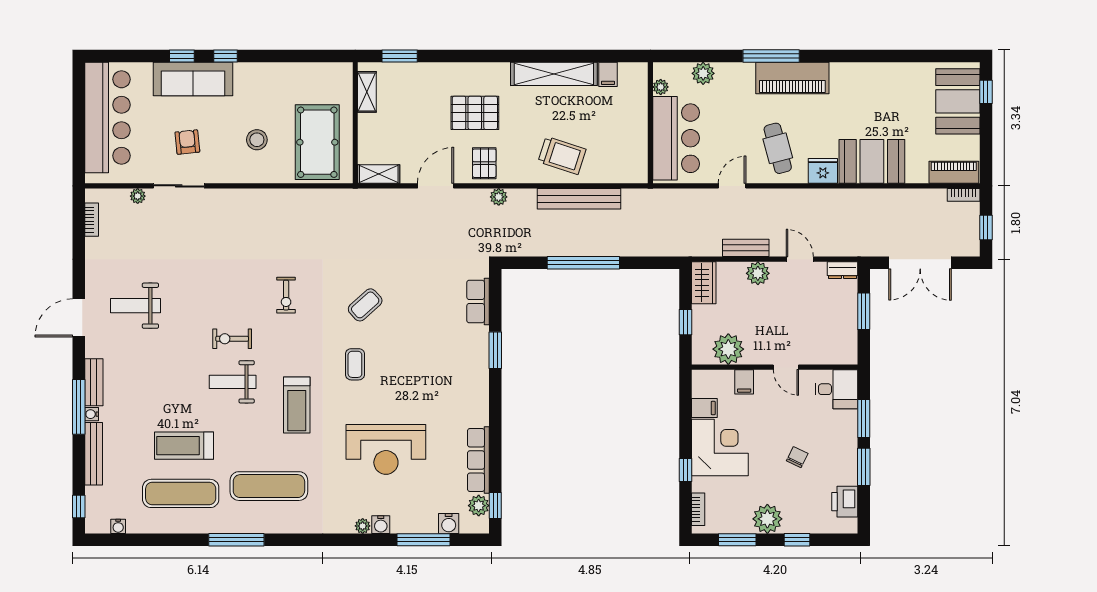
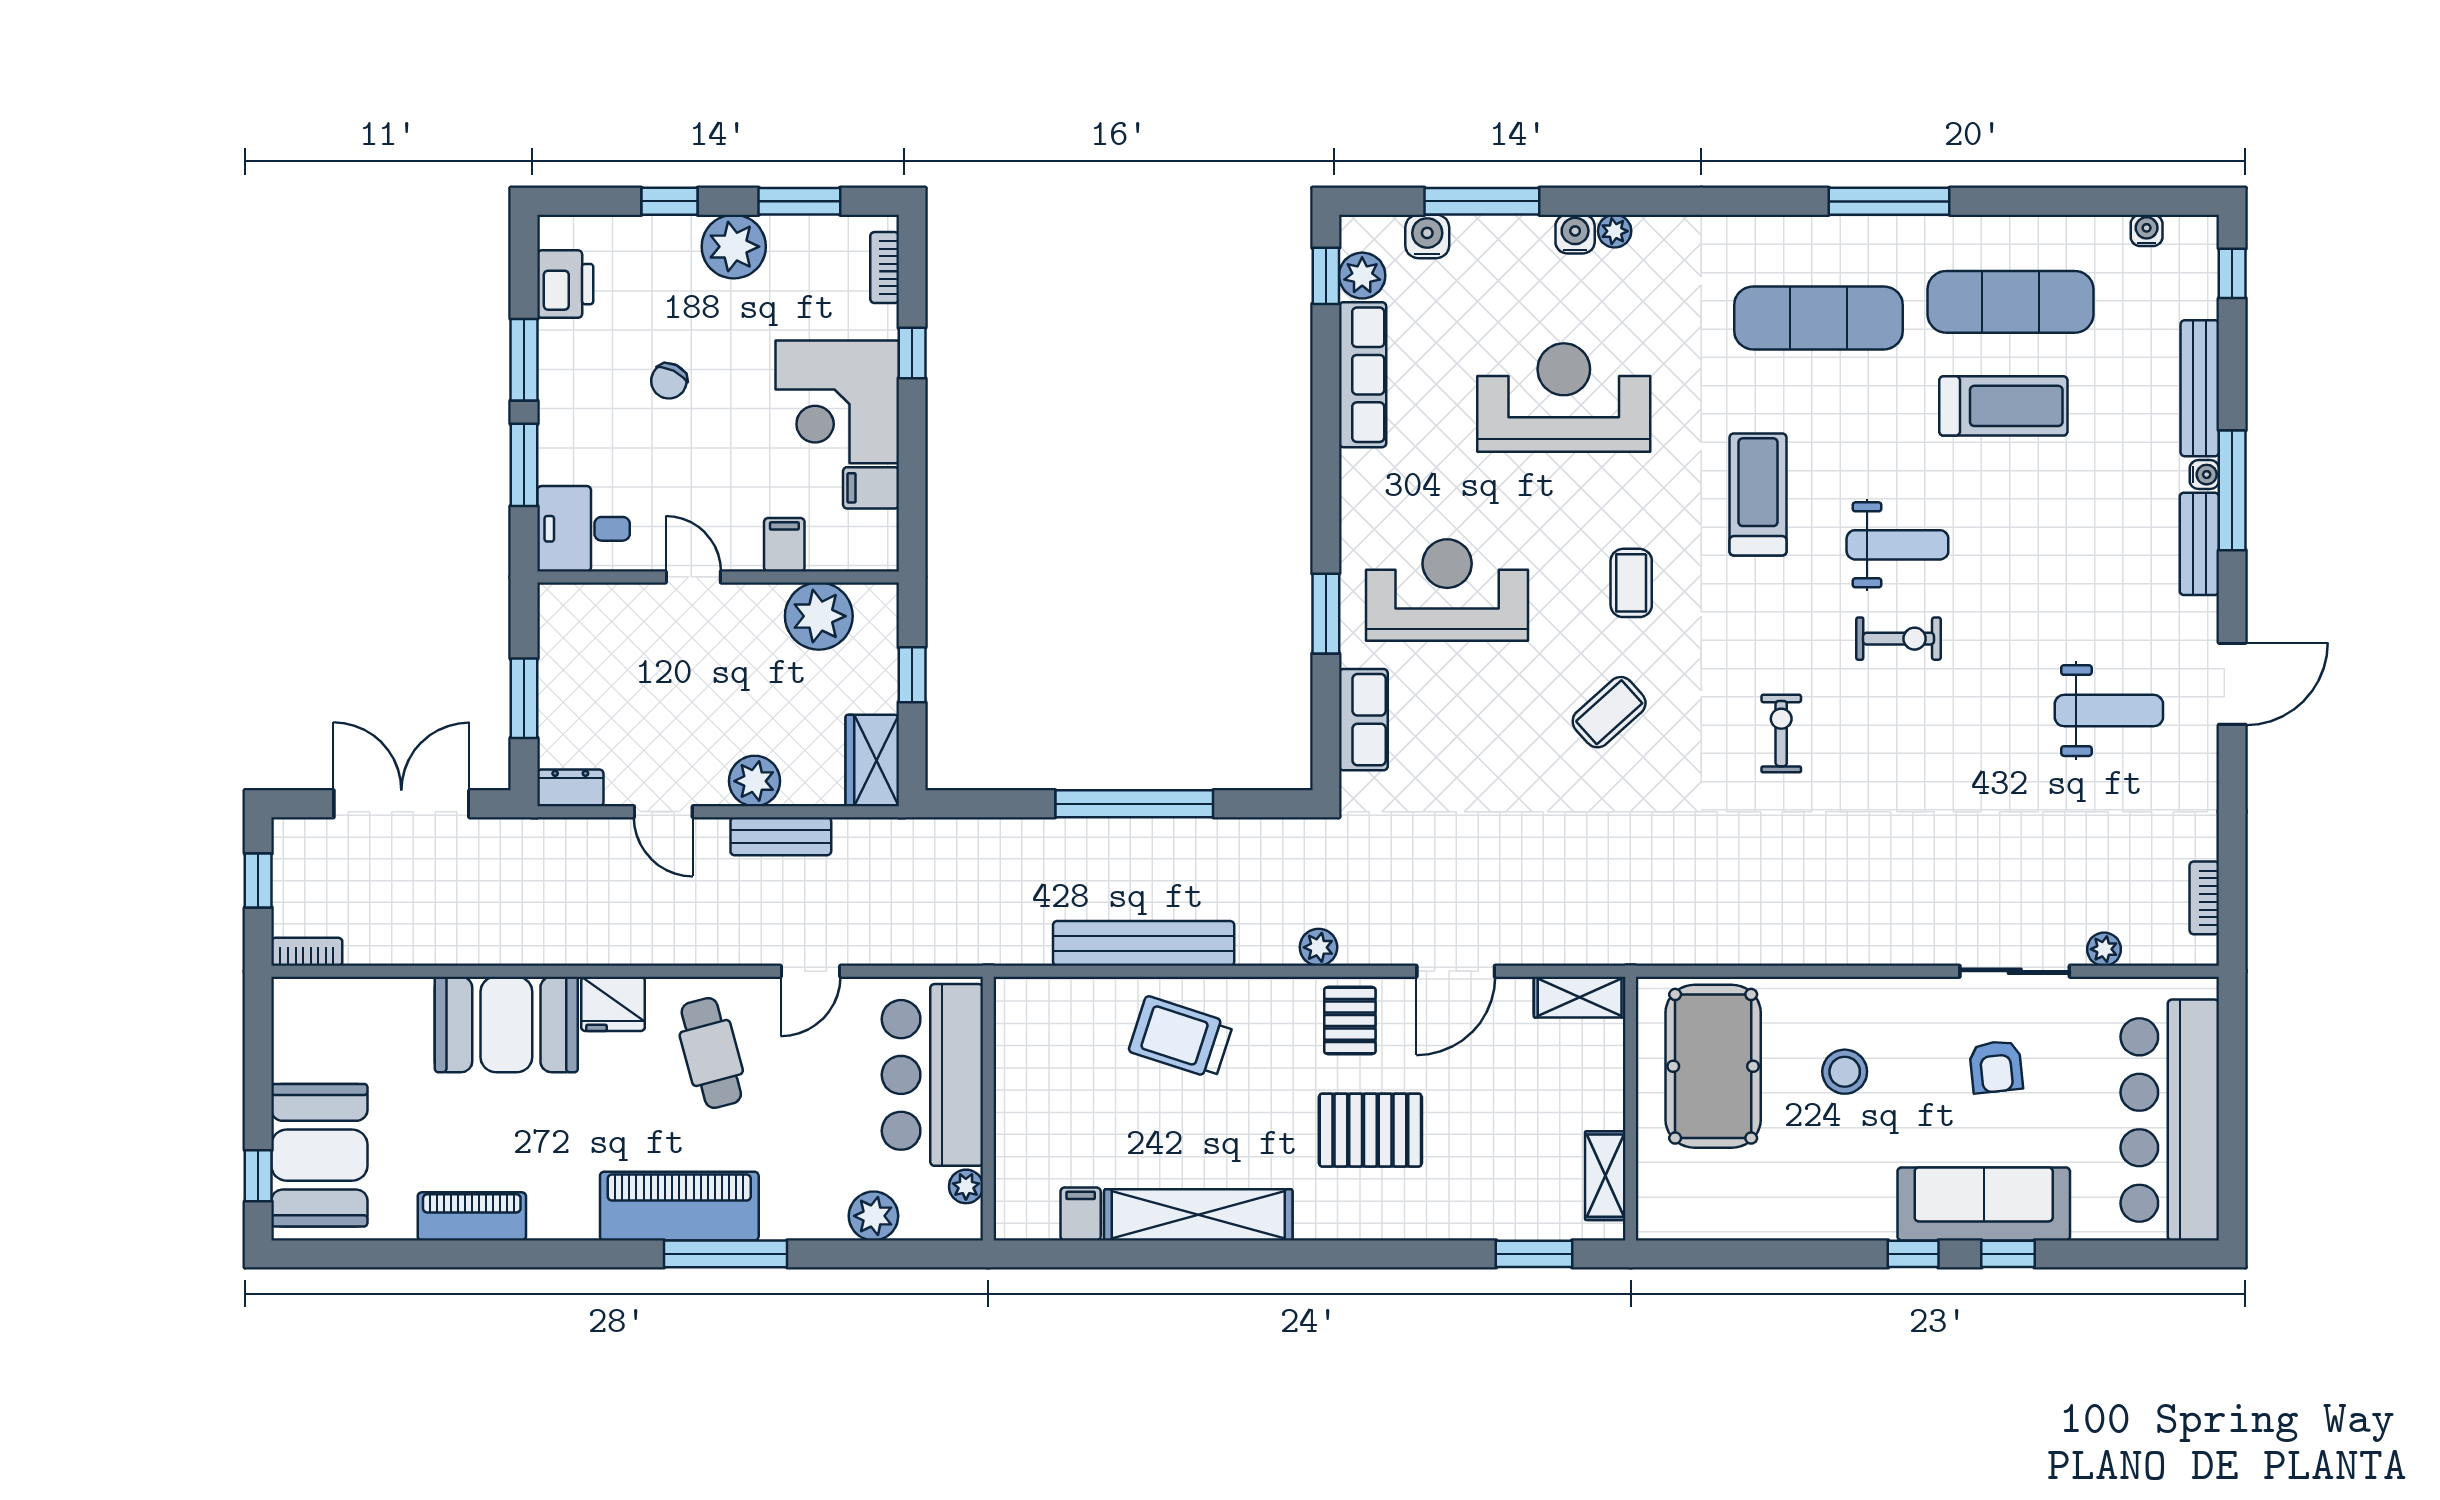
piano: (954, 172) -> (472, 1216), moved, turned 180
reception desk: (440, 361) -> (1447, 590), added

